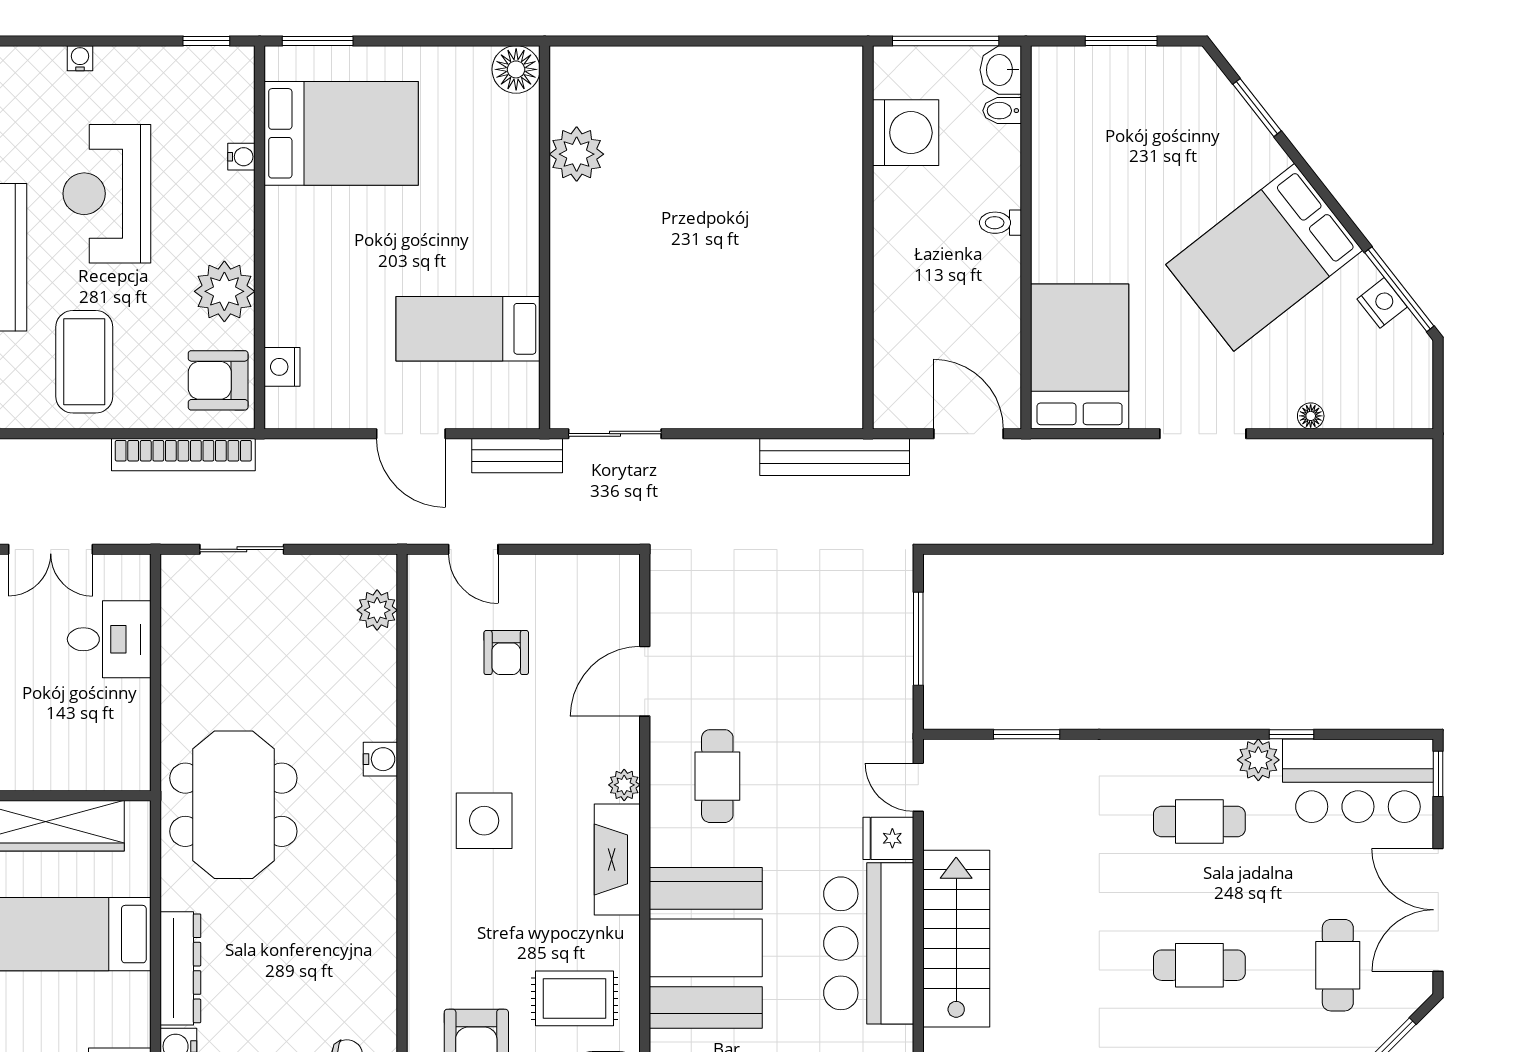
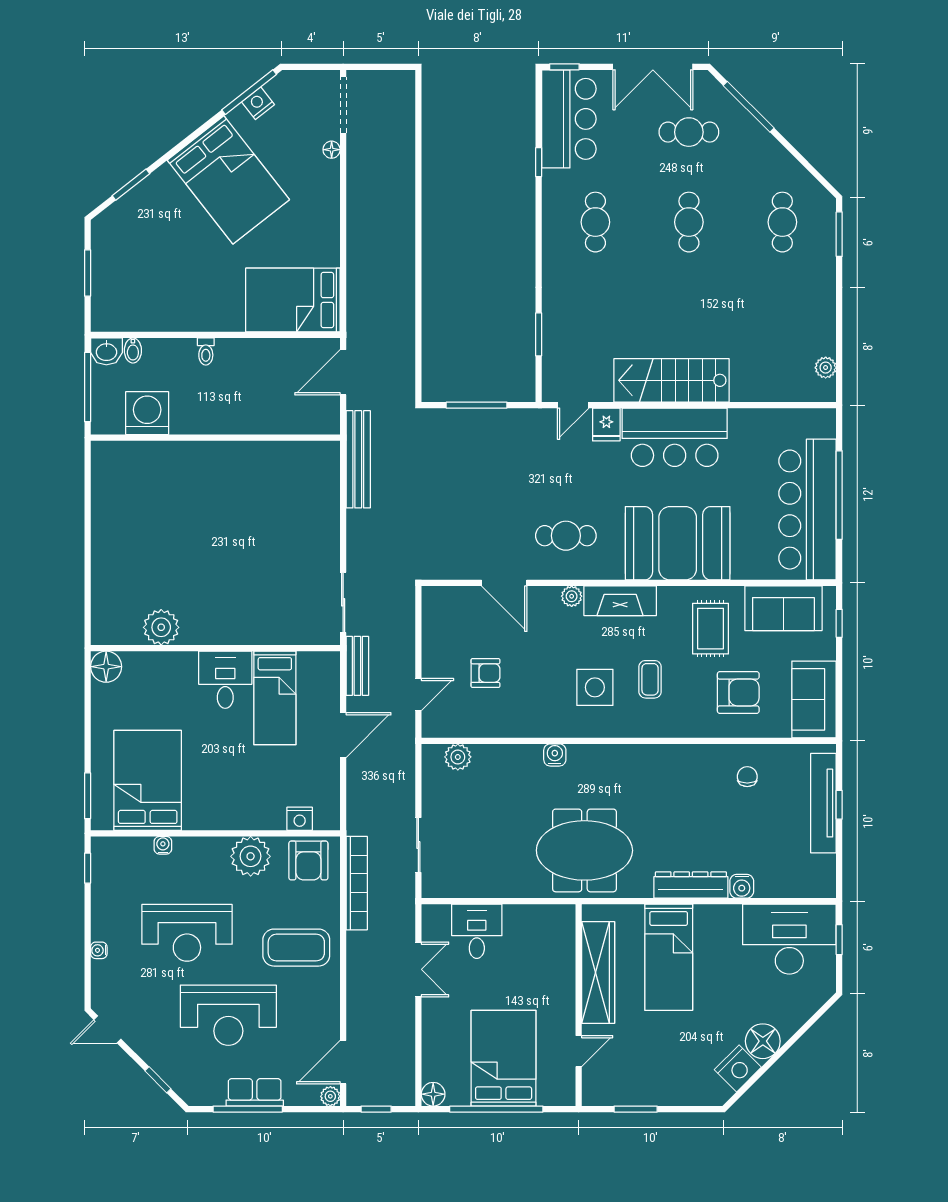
desk: (496, 253) -> (225, 680), added
doorway: (1203, 434) -> (343, 105), moved
plant: (1258, 760) -> (555, 184), removed
coffee table: (497, 905) -> (650, 679), added

